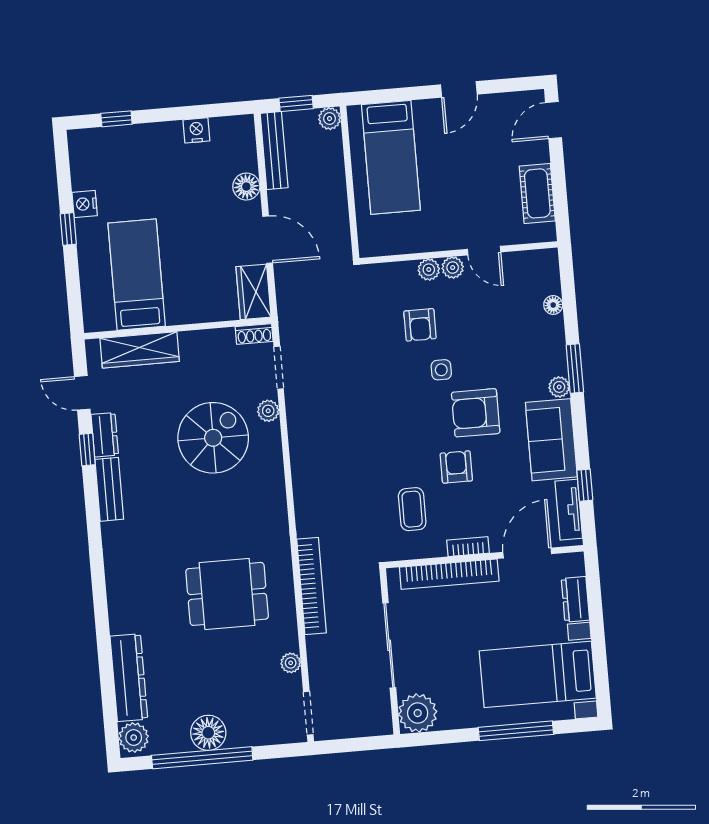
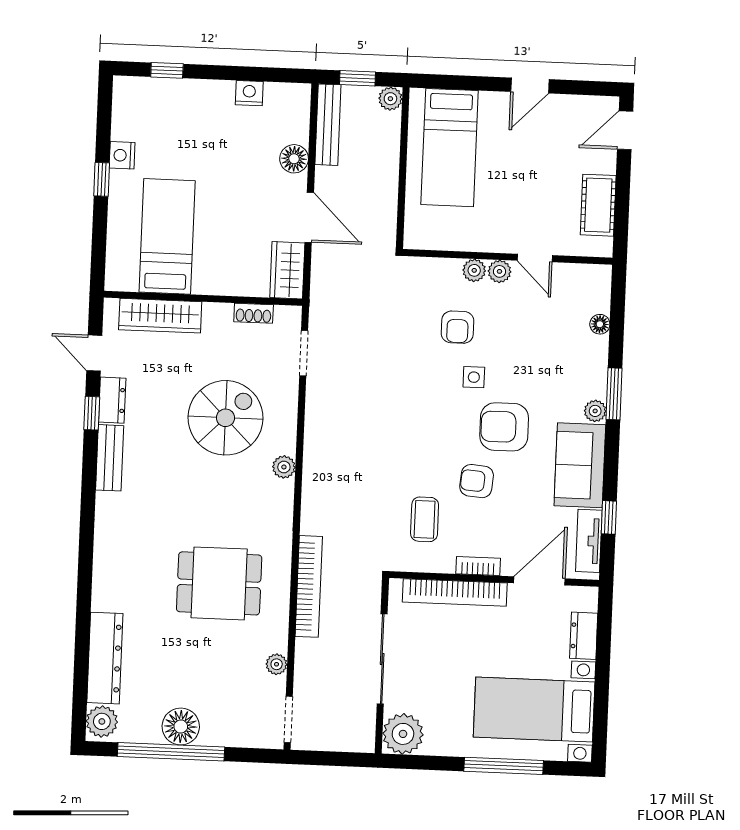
shoe rack: (254, 334) -> (254, 313), moved
plant: (268, 411) -> (284, 467), moved
armchair: (456, 467) -> (477, 481), turned -85

